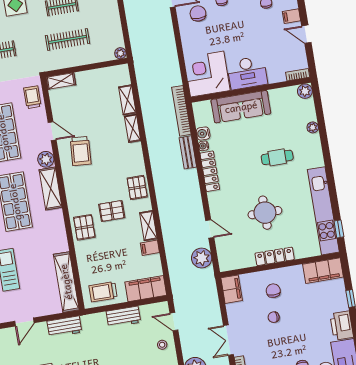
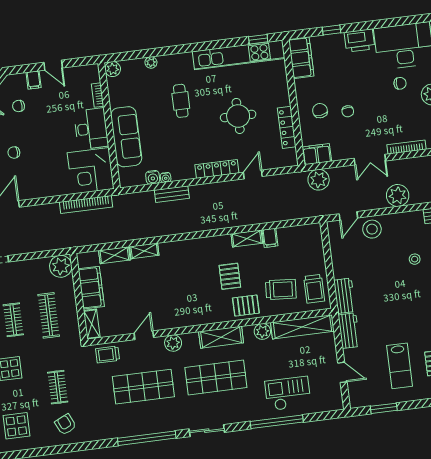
chair: (198, 13) -> (27, 178), removed
door: (306, 34) -> (53, 65), hinge flipped
plant: (120, 53) -> (61, 266), width x1.87, depth x1.87
bookcase: (298, 75) -> (97, 95), moved
bookcase: (181, 111) -> (86, 204), moved
trolley: (81, 151) -> (281, 289), moved
locker: (210, 171) -> (217, 169), moved
shelving: (51, 188) -> (221, 337), moved
pallet: (137, 188) -> (206, 249), removed
plant: (60, 244) -> (262, 331), added
locker: (275, 256) -> (287, 127), moved
plant: (202, 258) -> (319, 180), moved
filing cabinet: (146, 289) -> (91, 288), moved, turned 180
chair: (273, 291) -> (320, 111), turned 81
workbench: (123, 317) -> (345, 296), moved
stool: (162, 345) -> (372, 229), width x1.89, depth x1.89

